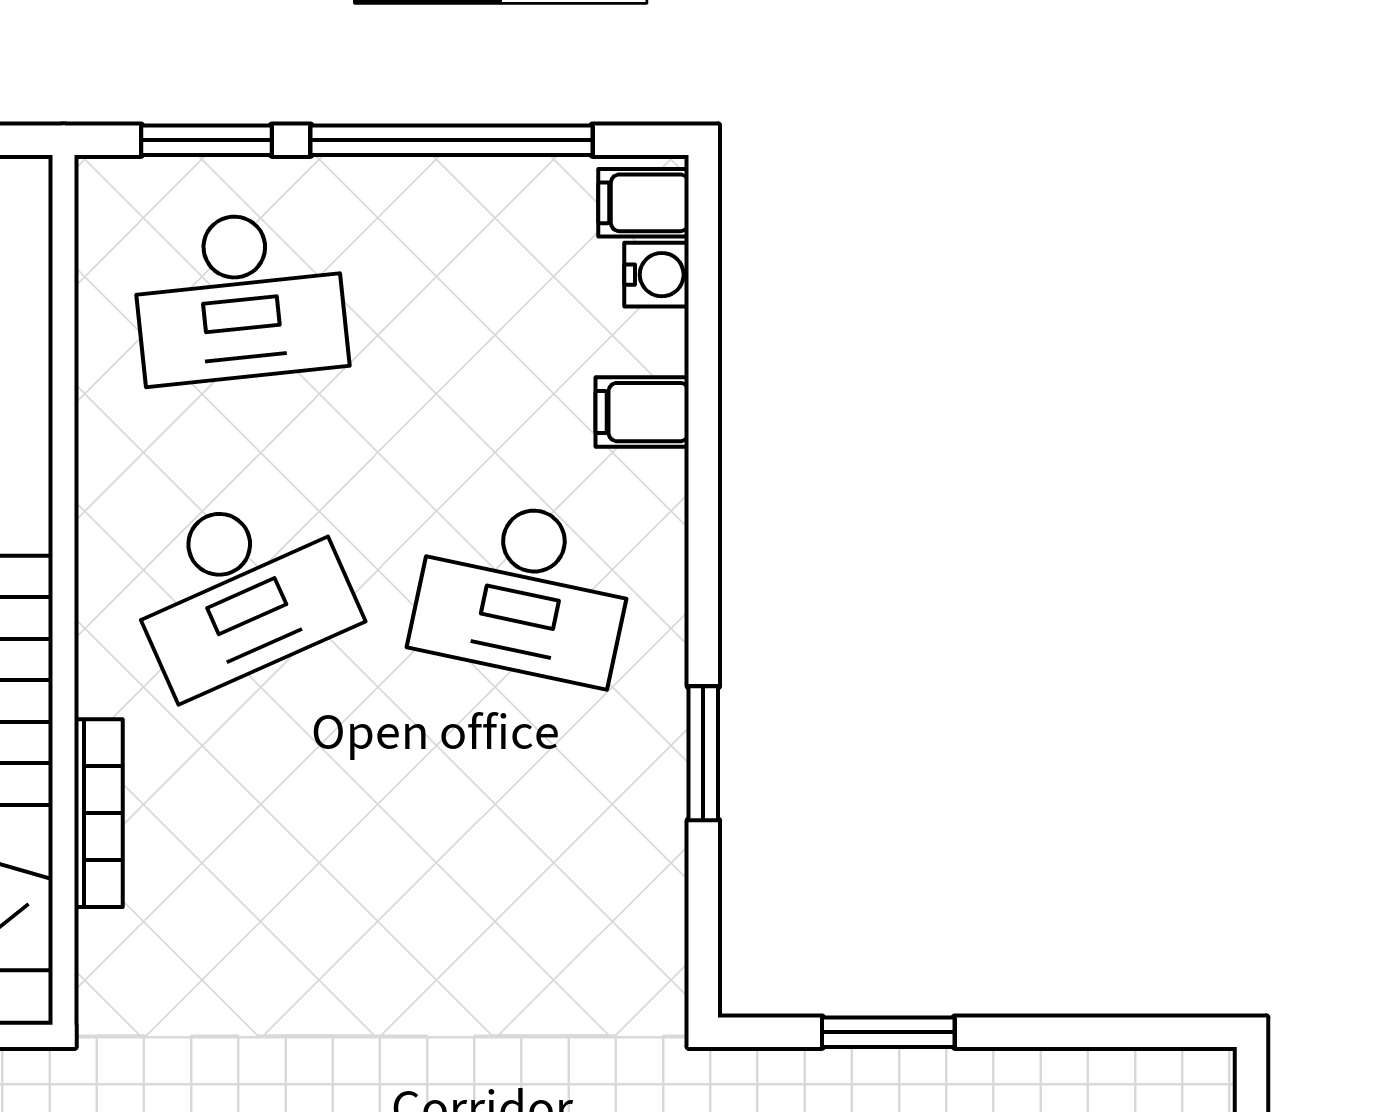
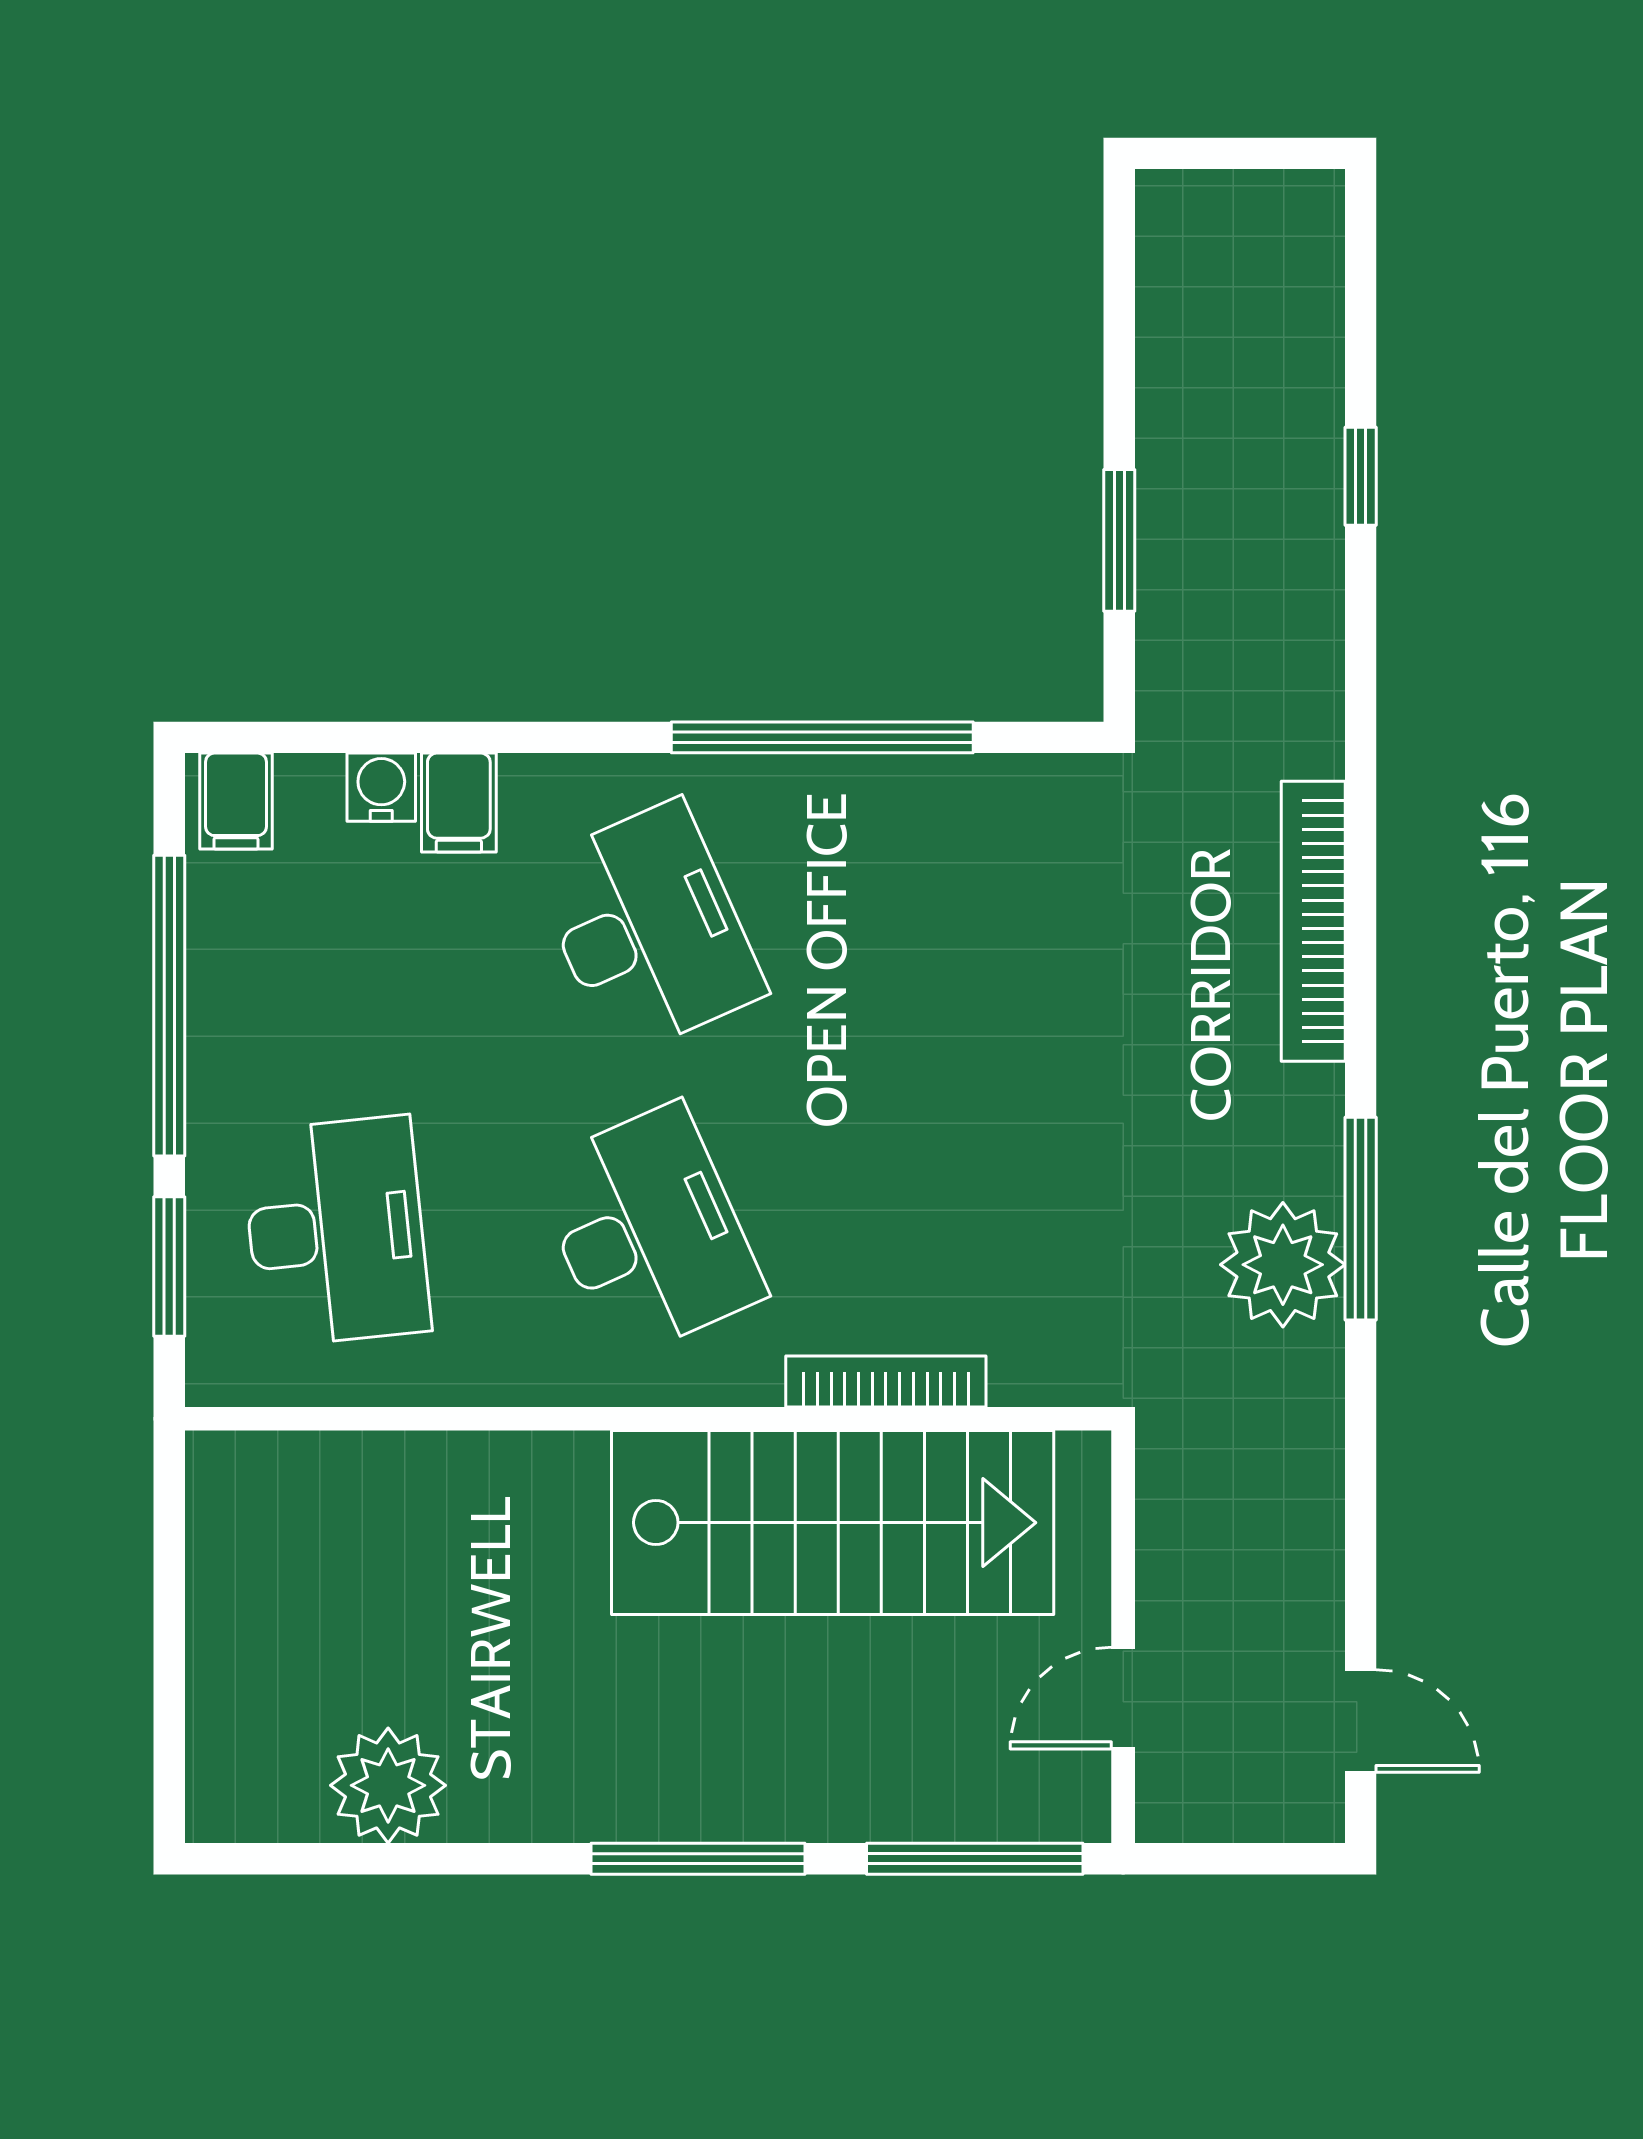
water cooler: (657, 275) -> (381, 787), moved
desk: (524, 590) -> (648, 929), turned -36
window: (703, 753) -> (822, 737), width x2.11

